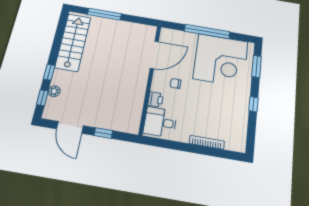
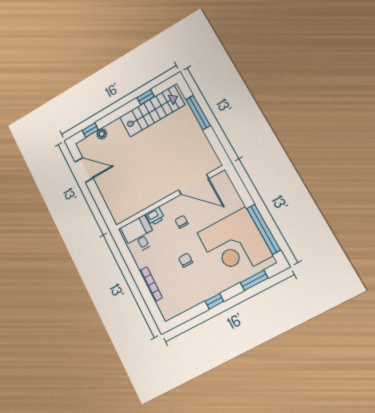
window: (207, 32) -> (264, 229), moved
window: (49, 72) -> (146, 97), moved
chair: (207, 102) -> (186, 260), added
door: (70, 127) -> (84, 170), swing flipped
window: (103, 133) -> (98, 198), removed

